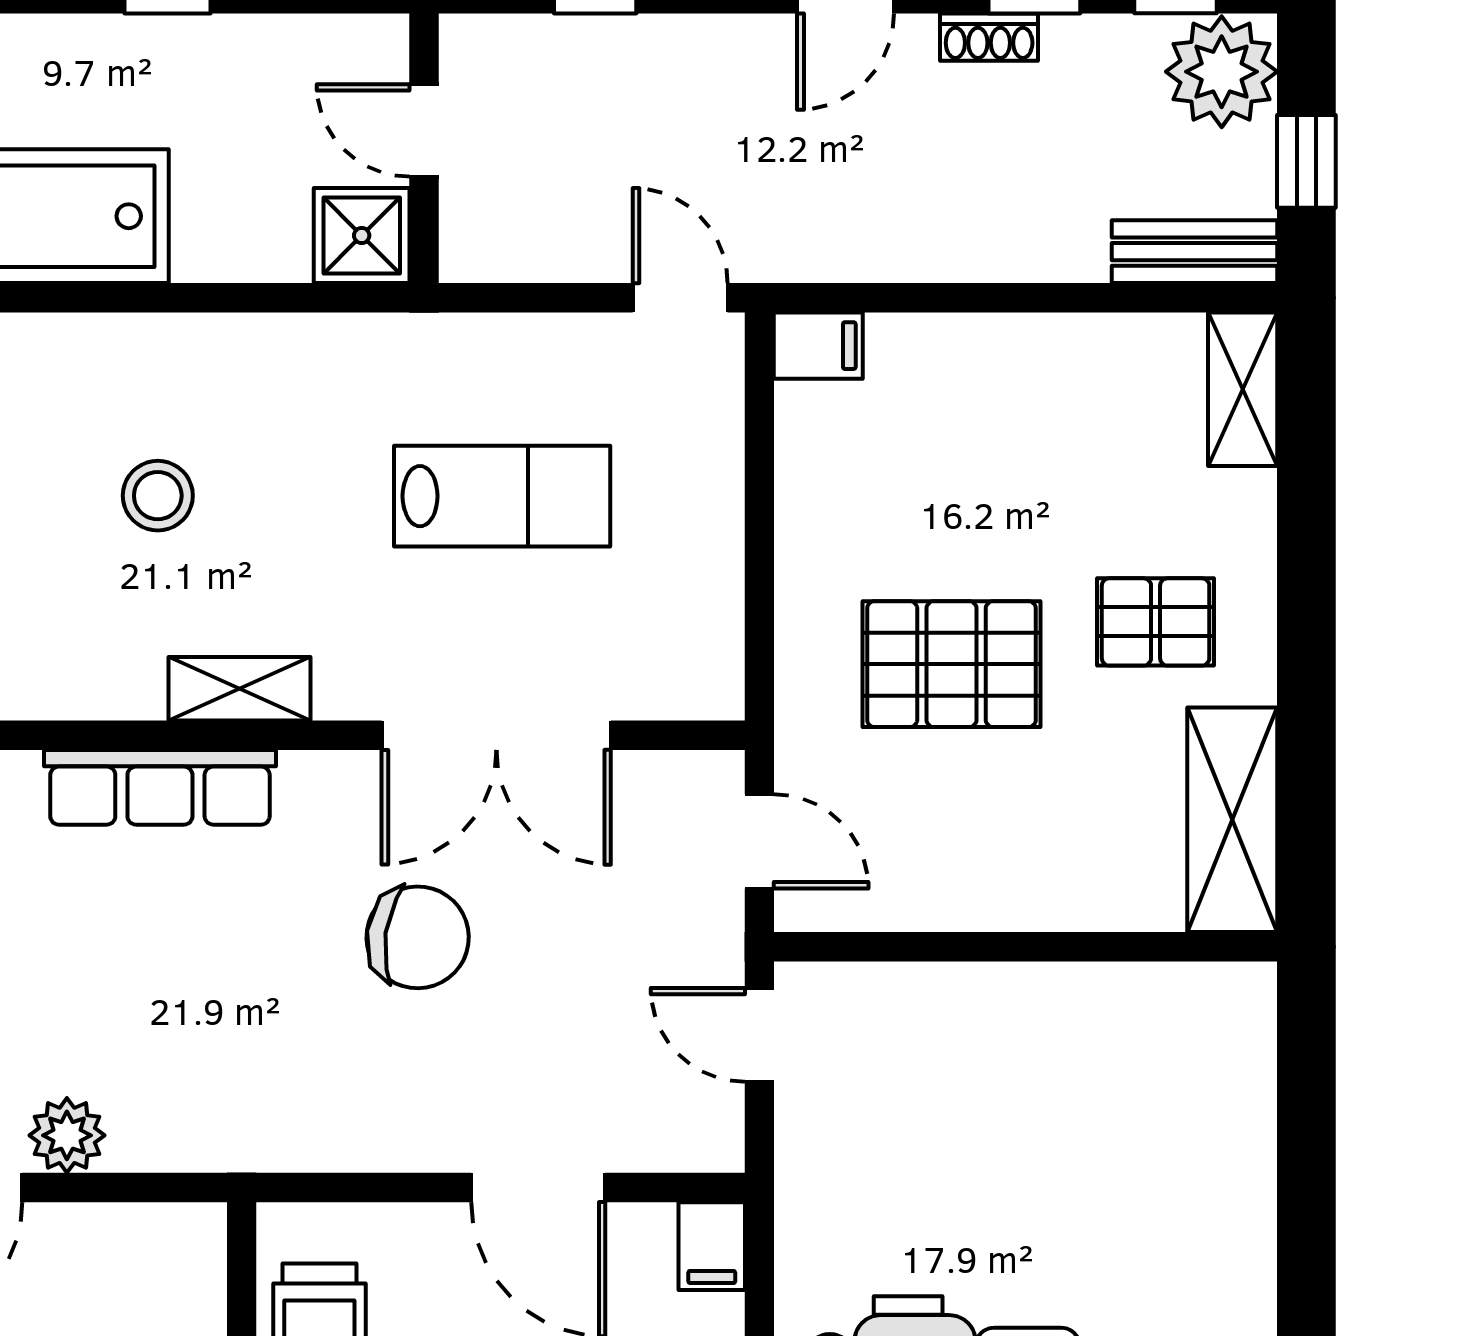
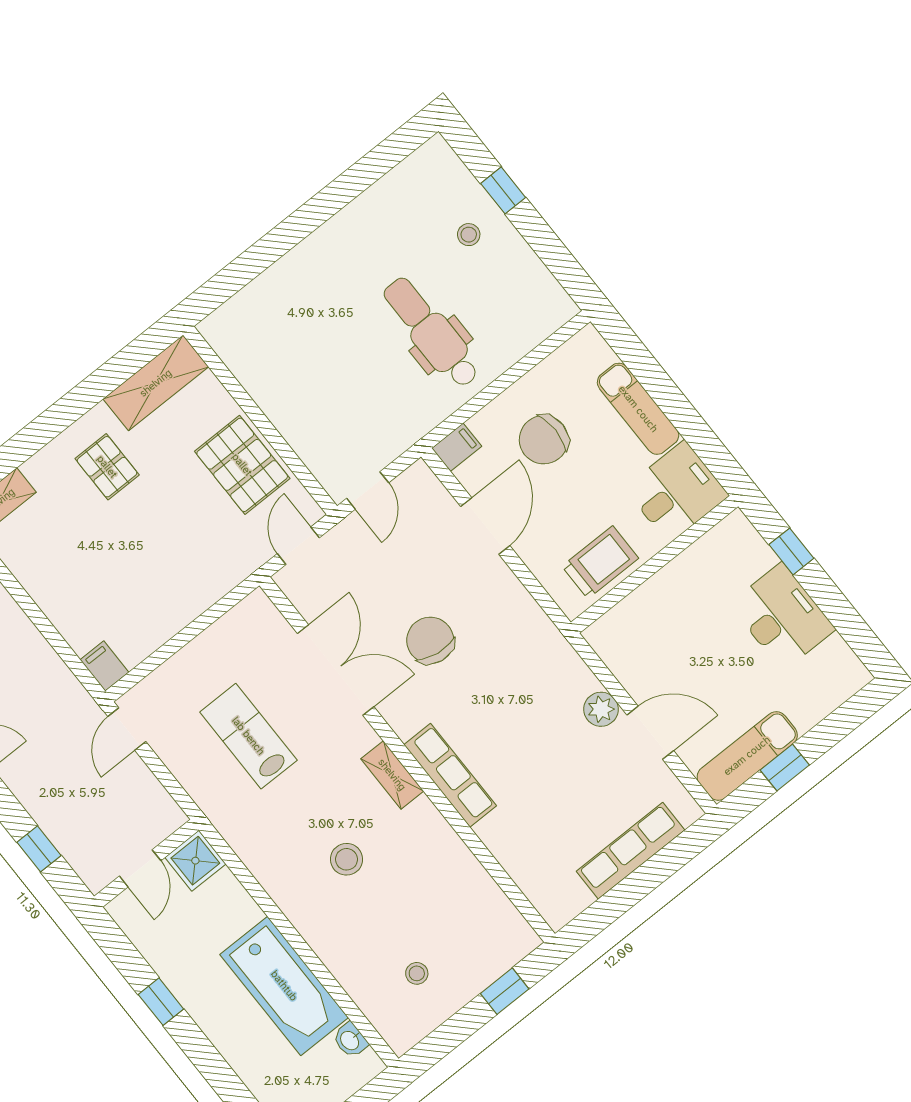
pallet: (951, 664) -> (242, 465), moved

